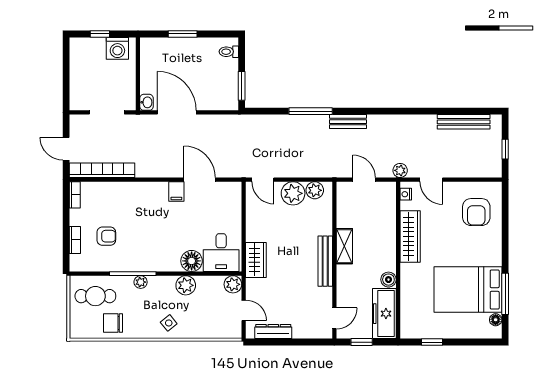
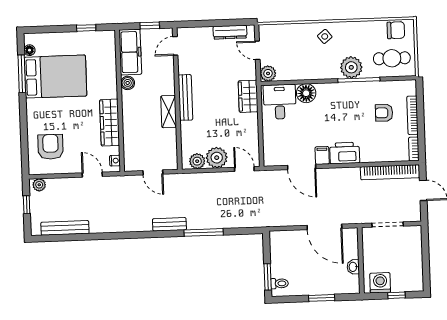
window: (242, 86) -> (268, 277), moved
washbasin: (147, 102) -> (353, 267), moved
plant: (400, 170) -> (39, 185), moved
printer: (151, 193) -> (345, 153), added
bookcase: (75, 240) -> (412, 115), width x1.56
plant: (141, 282) -> (351, 67), width x1.88, depth x1.88
plant: (186, 285) -> (311, 71), removed
chair: (113, 323) -> (396, 30), moved

